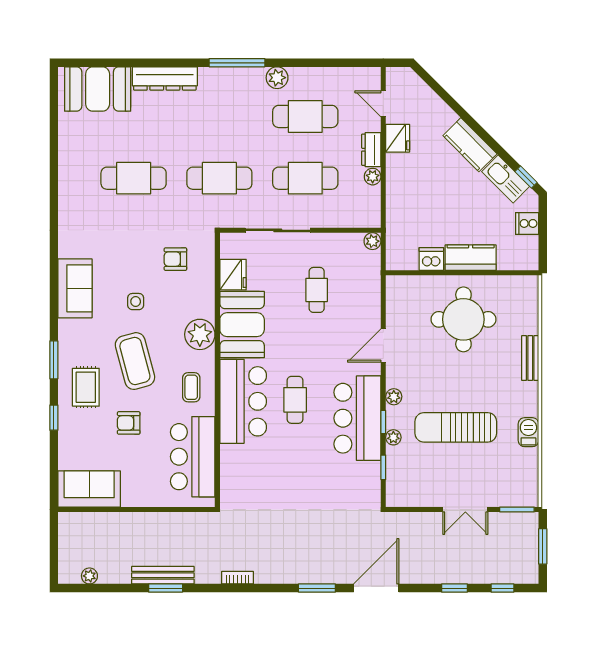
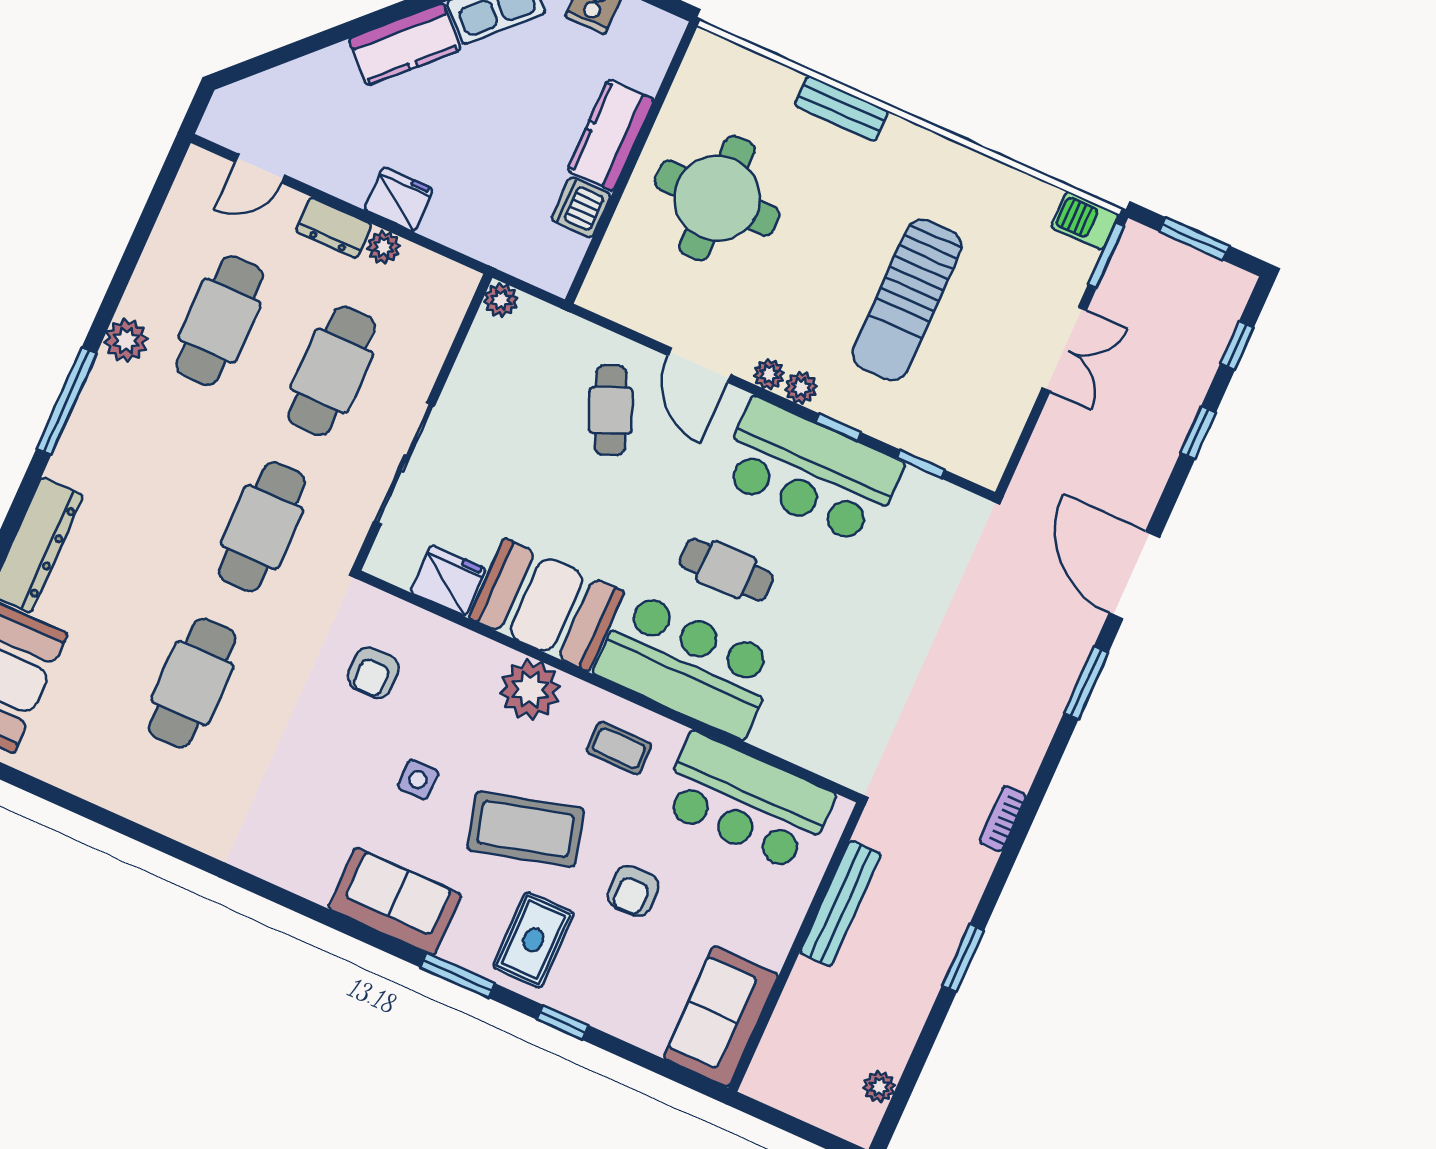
fridge: (398, 138) -> (399, 199), moved
sofa: (75, 288) -> (395, 901), moved
cafe table: (317, 290) -> (611, 410), moved, turned 67
rug: (86, 387) -> (533, 940), turned 90
barbecue: (528, 432) -> (1085, 221), moved
plant: (393, 437) -> (769, 374), moved
bench: (163, 575) -> (841, 903), moved

